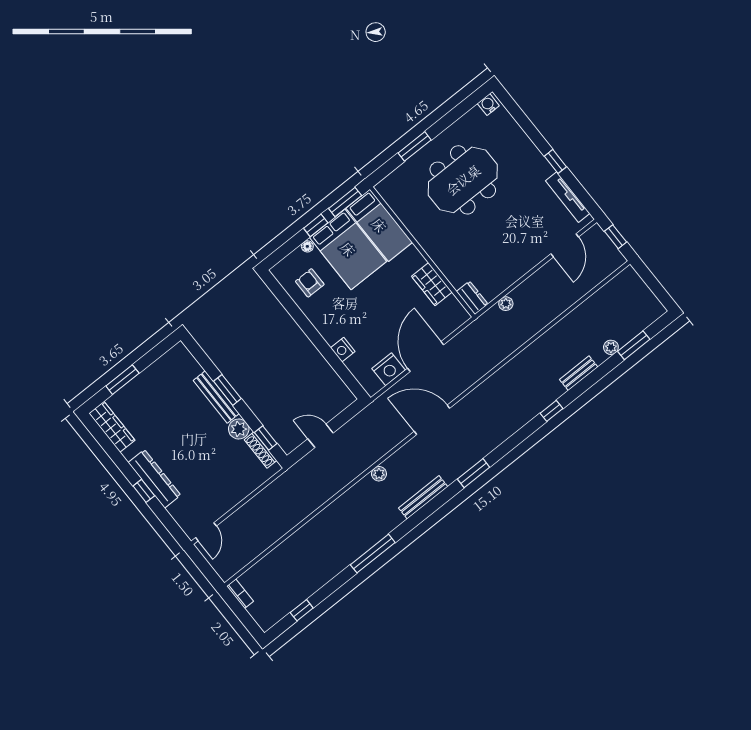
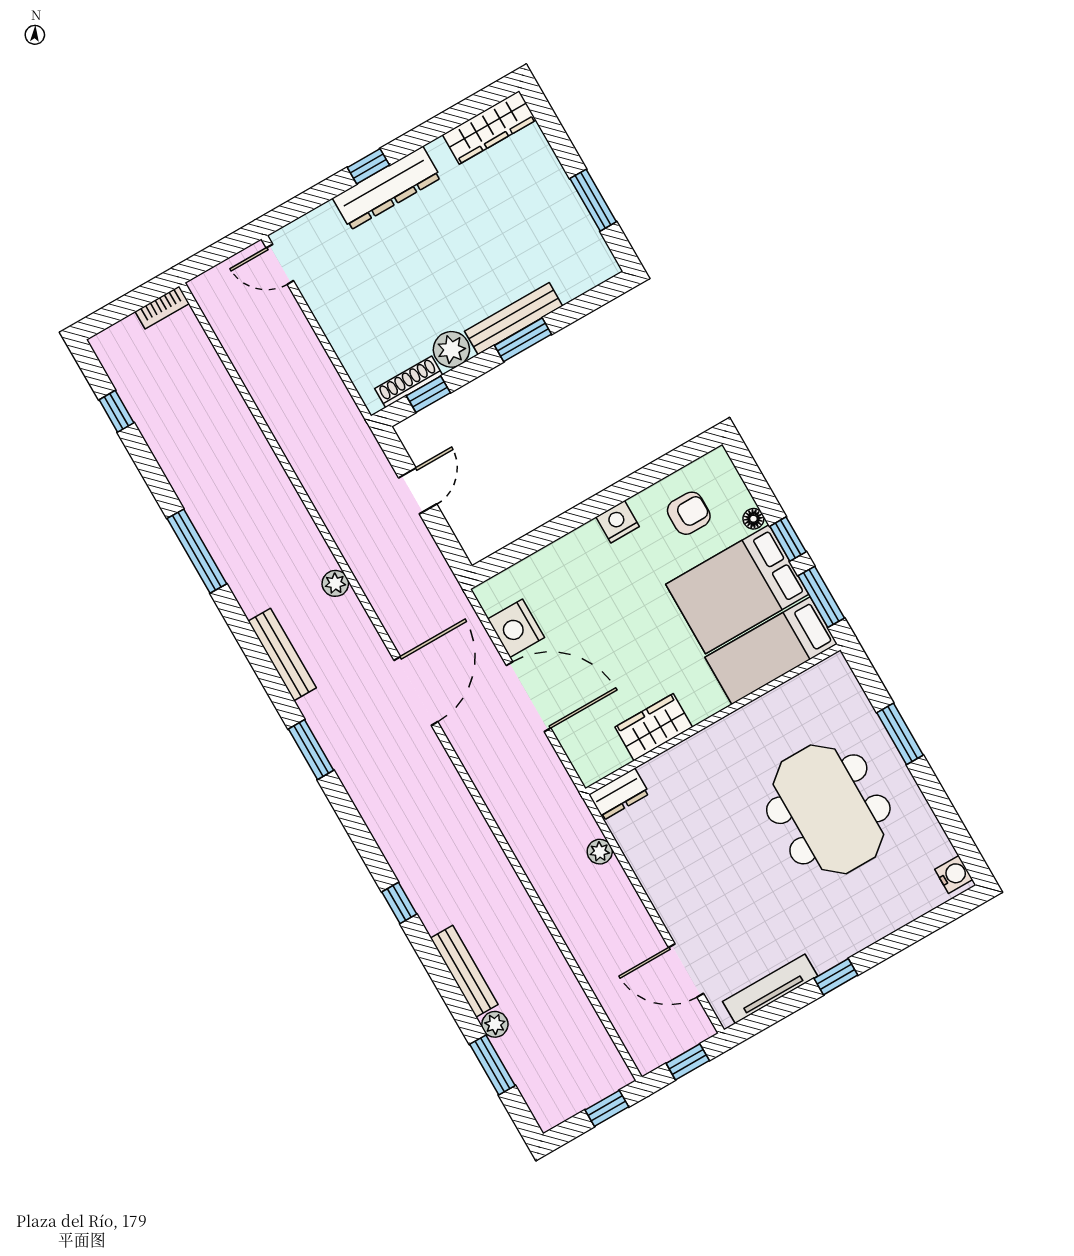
window: (648, 278) -> (607, 1108), added
nightstand: (343, 350) -> (618, 522), moved
bench: (579, 373) -> (464, 971), width x1.36
window: (122, 380) -> (593, 200), moved

